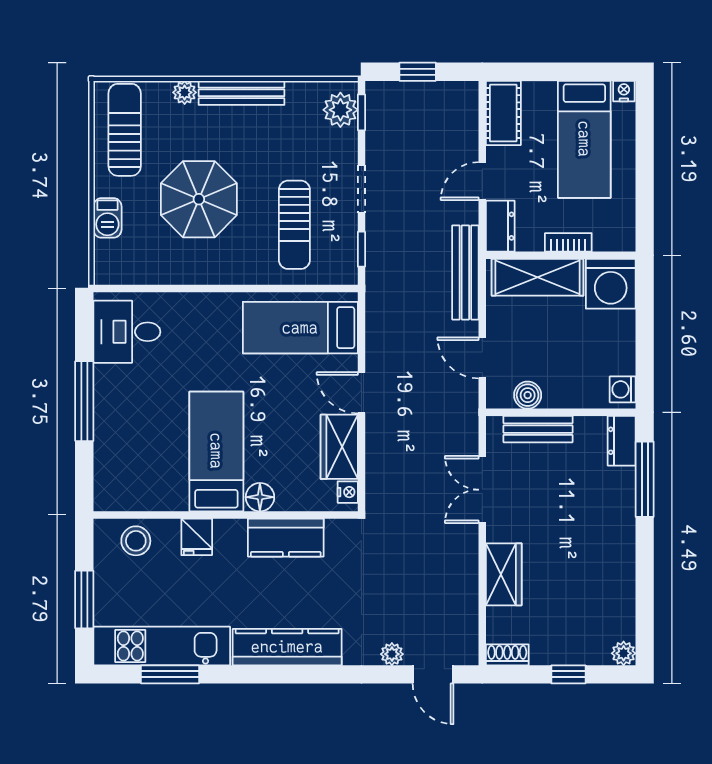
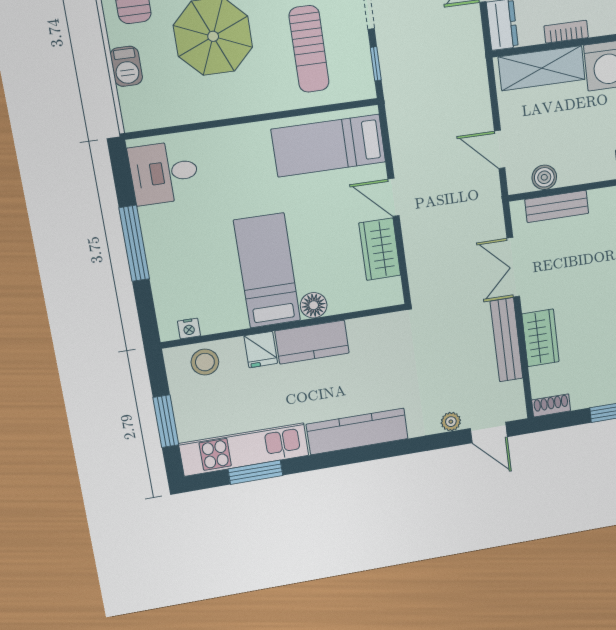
bench: (465, 272) -> (507, 340), moved
nightstand: (348, 492) -> (189, 328), moved, turned 90
kitchen counter: (286, 538) -> (312, 342), moved

